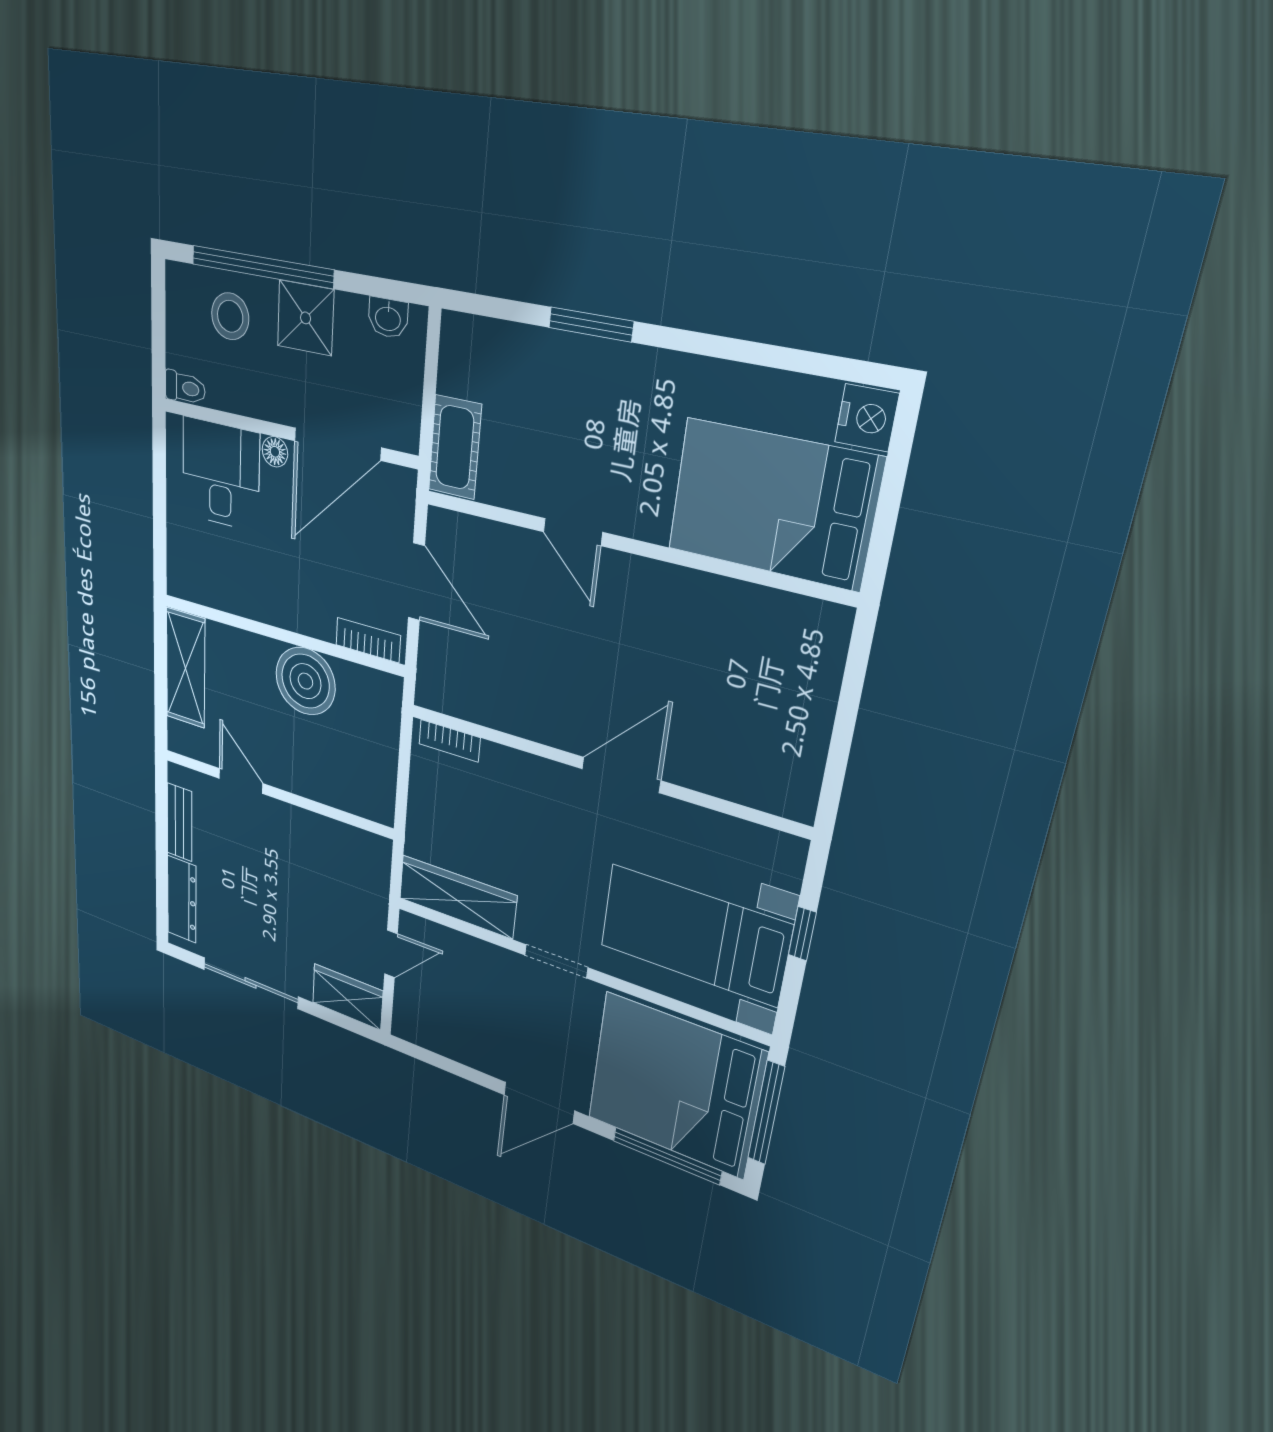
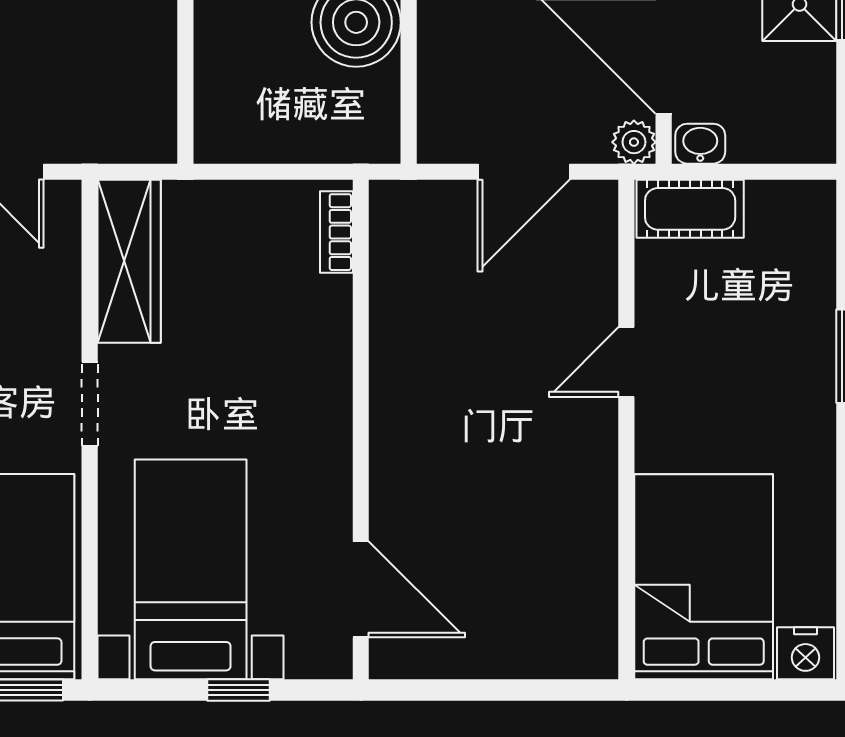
washbasin: (388, 318) -> (700, 144), moved, turned 90
plant: (400, 484) -> (634, 142), added
bookcase: (368, 640) -> (434, 110), removed
door: (621, 775) -> (361, 589), moved

